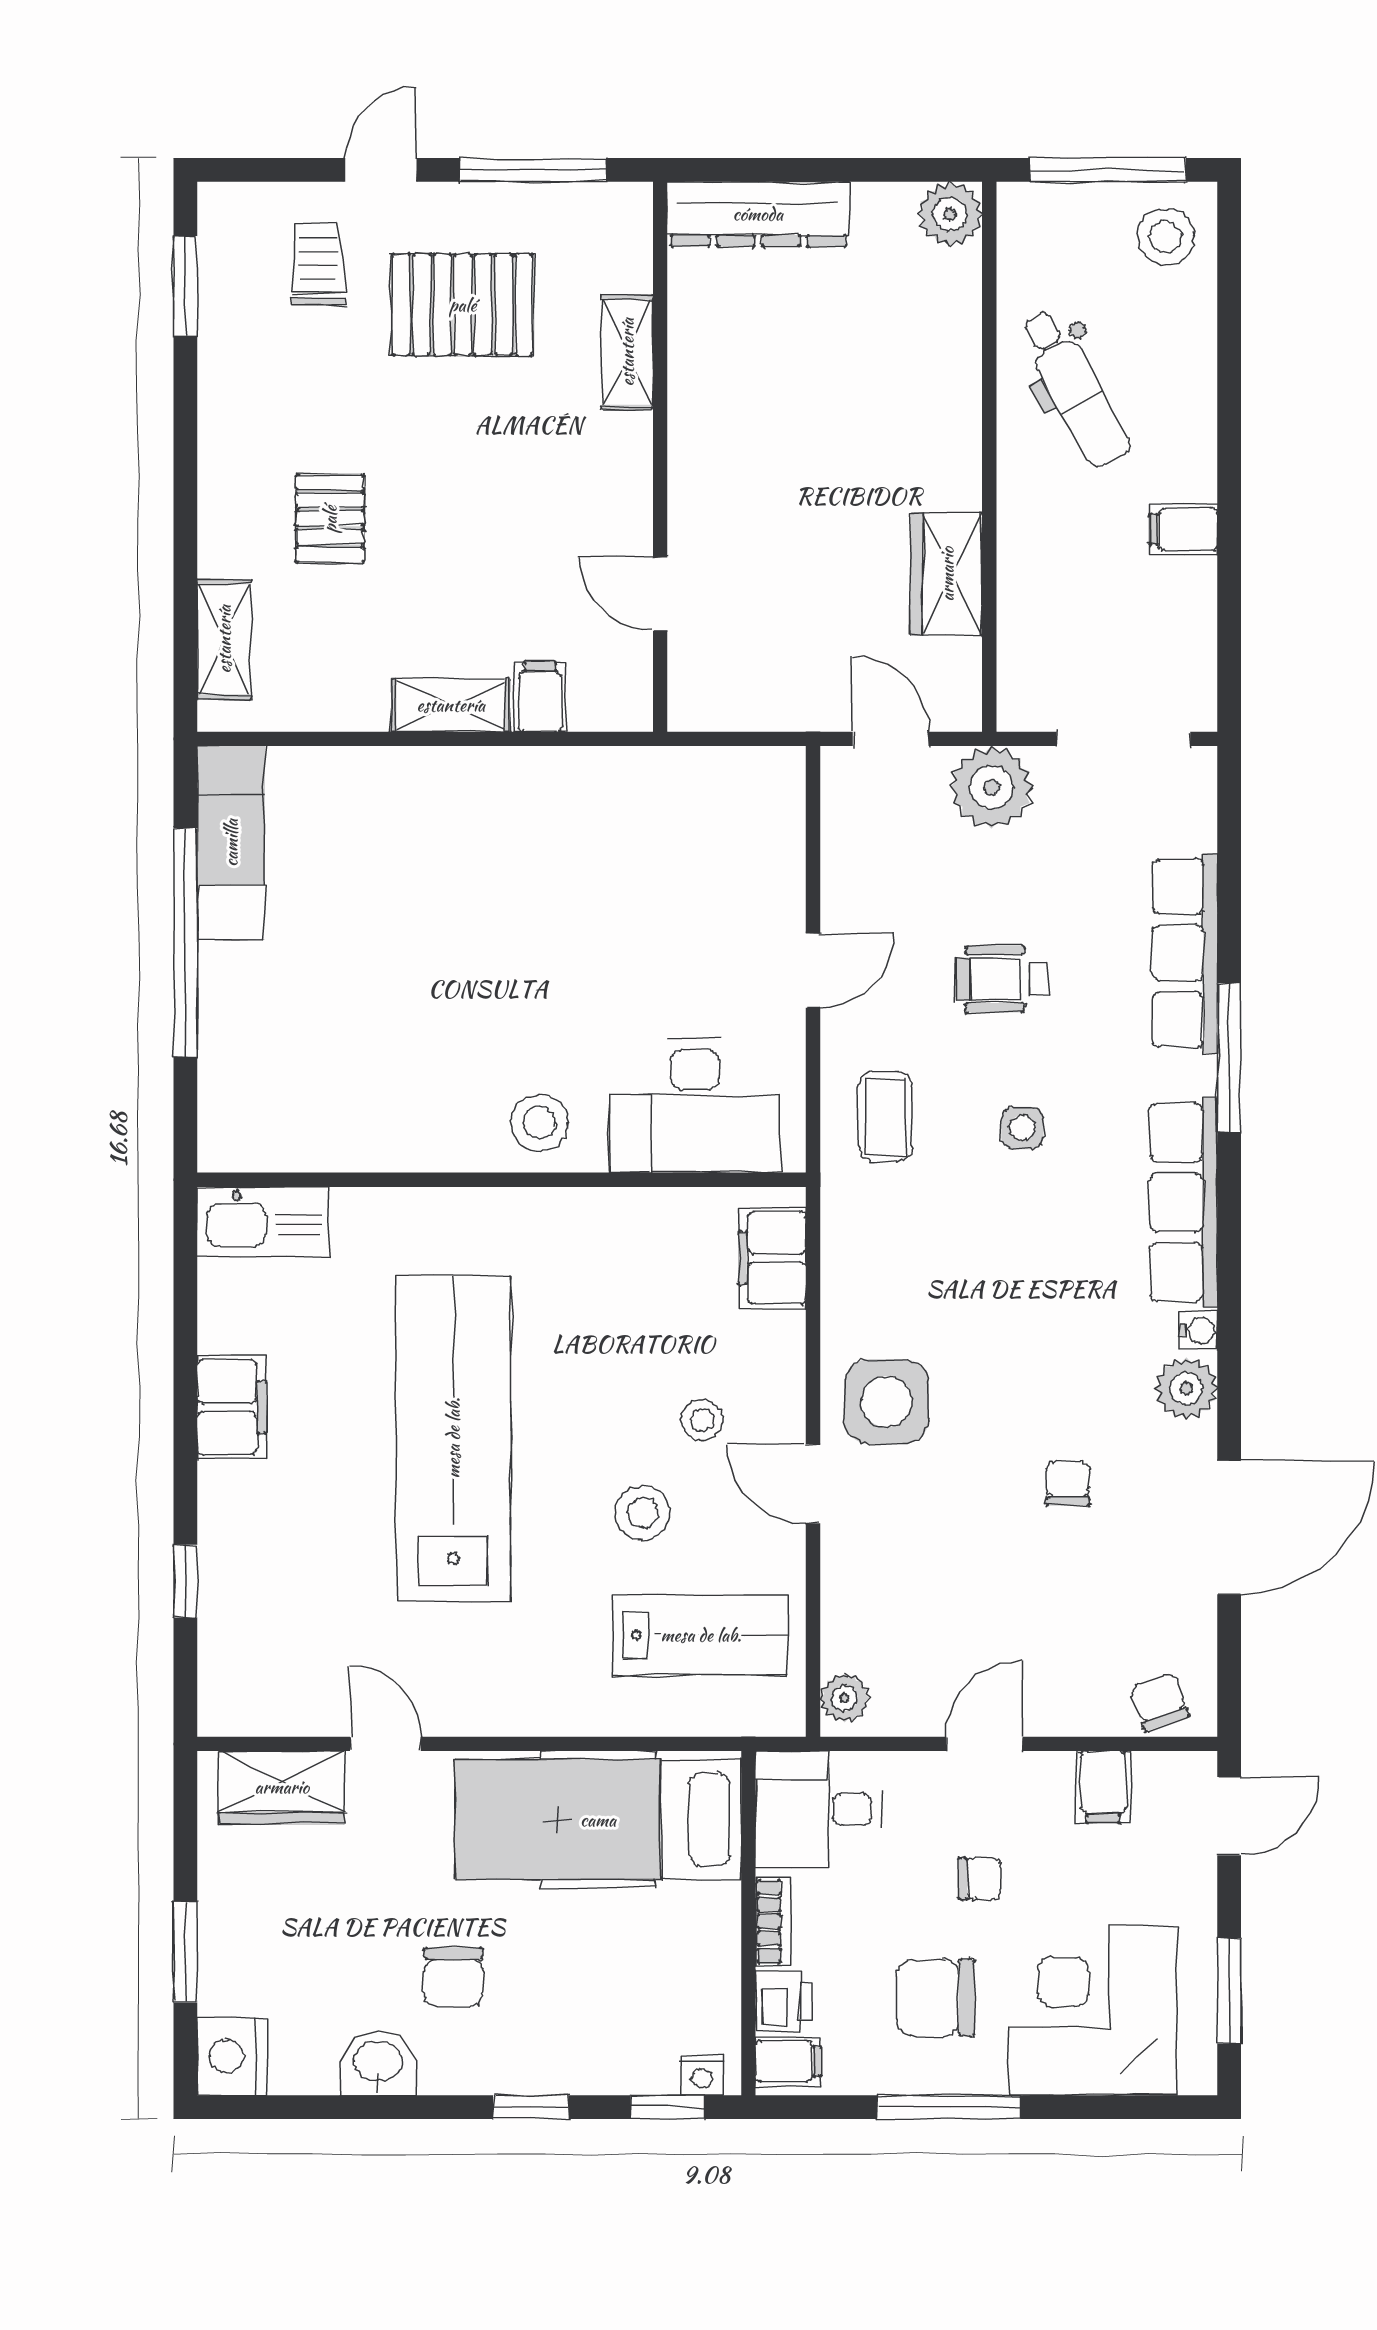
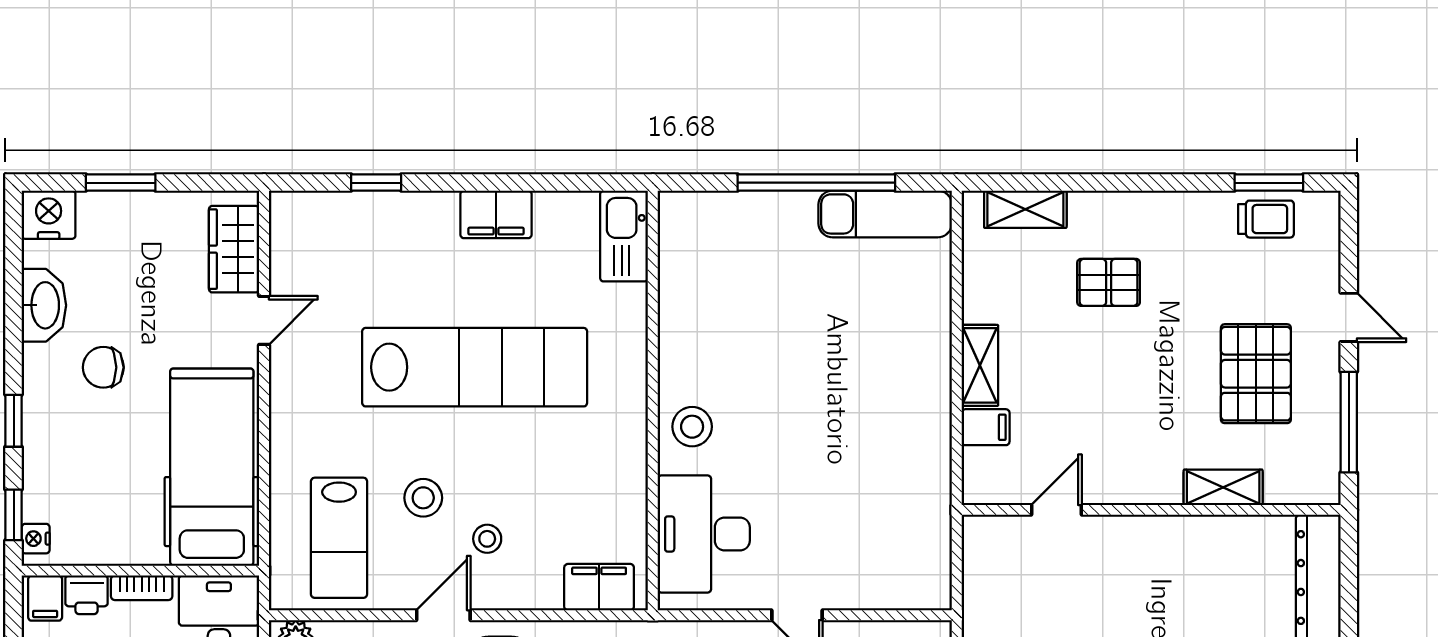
trolley: (318, 264) -> (1266, 219), moved
washbasin: (378, 2063) -> (44, 305), width x1.38

